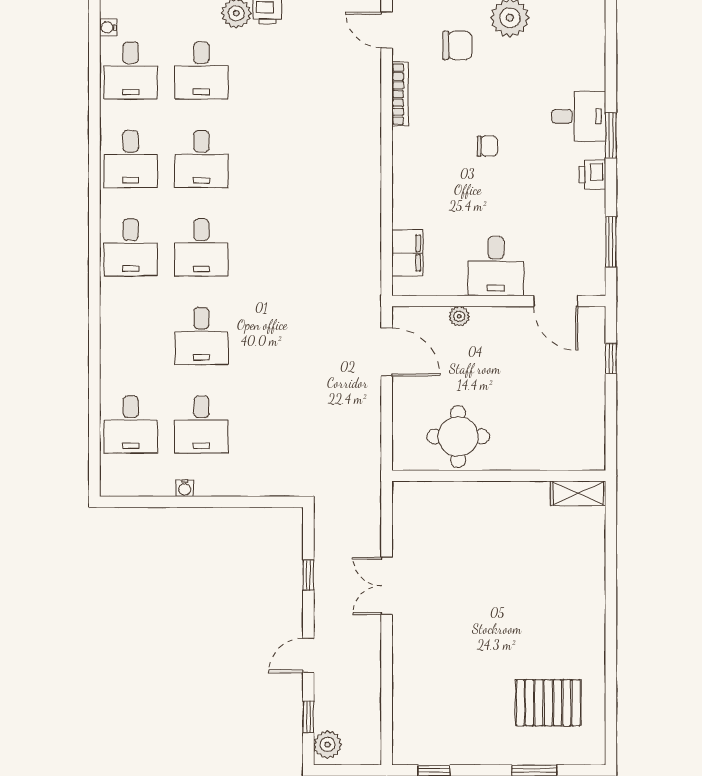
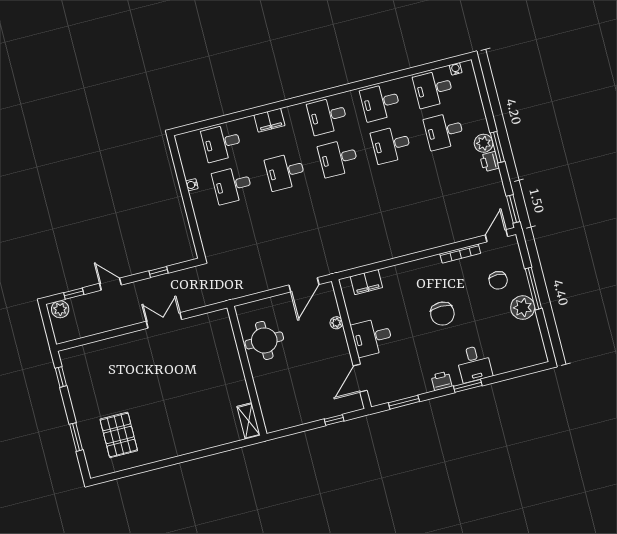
chair: (487, 146) -> (442, 314), width x1.87, depth x1.87
filing cabinet: (114, 340) -> (269, 120), added

